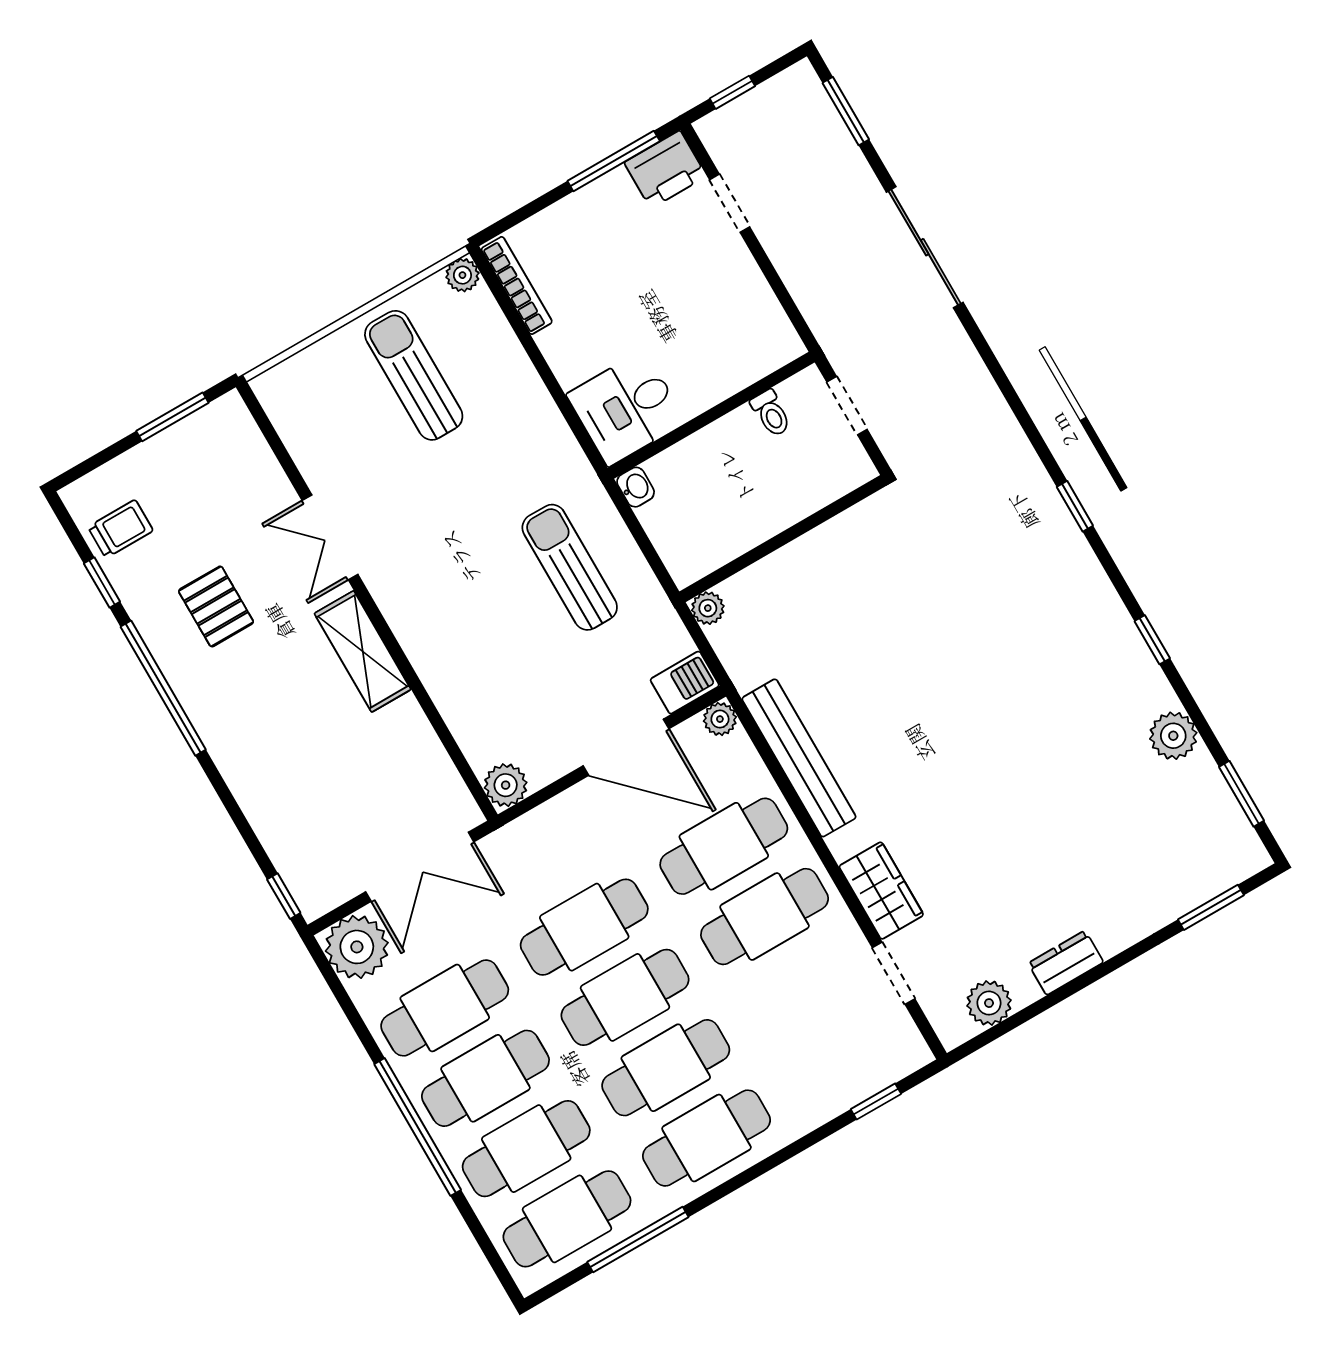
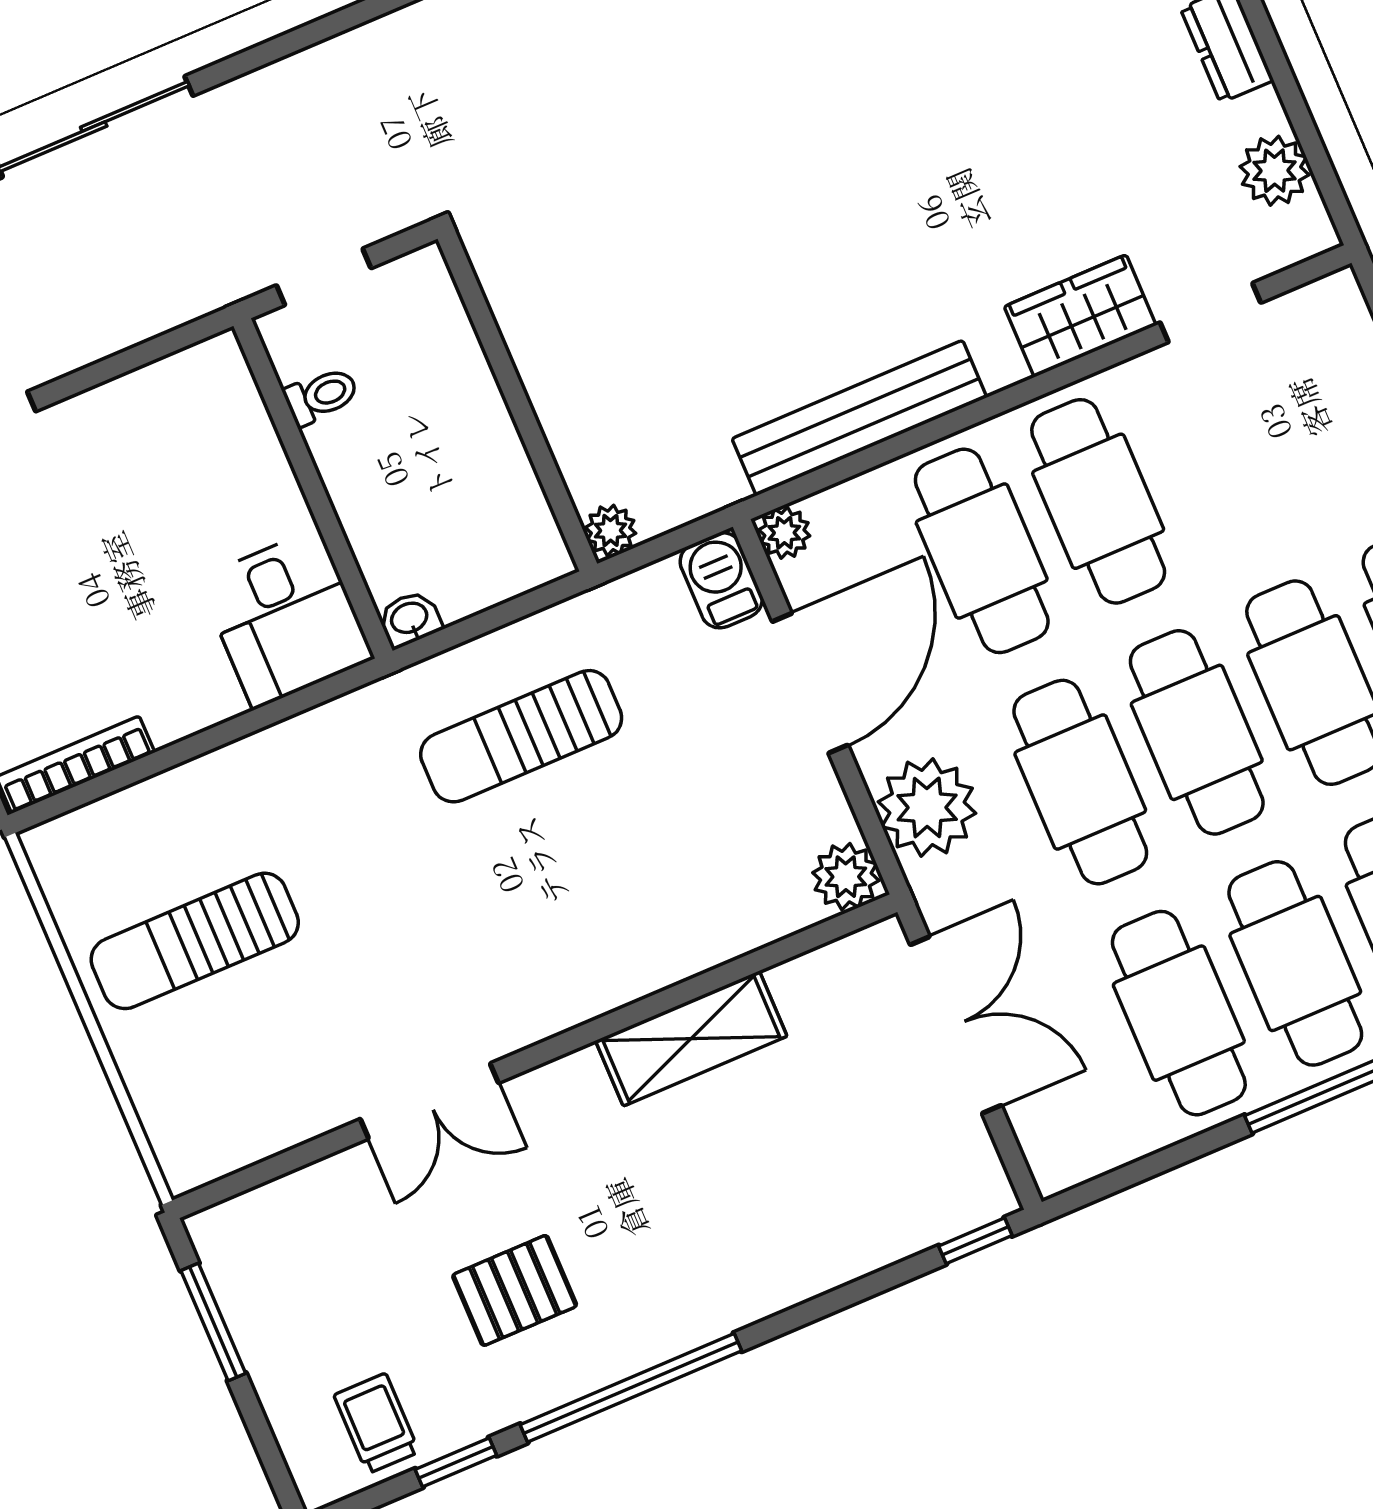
plant: (462, 275) -> (49, 847), removed
shelving: (363, 651) -> (691, 1038), moved
plant: (357, 947) -> (927, 807), moved

